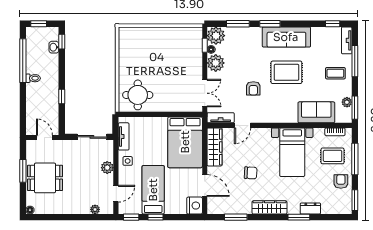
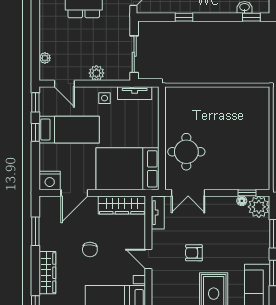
plant: (216, 63) -> (225, 206), removed
round table: (138, 95) -> (186, 152), moved
door: (242, 125) -> (148, 259), moved

